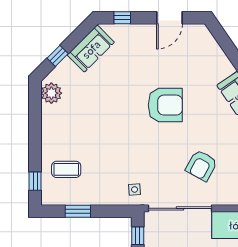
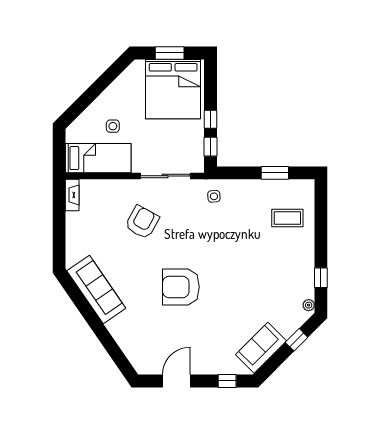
plant: (51, 93) -> (309, 305), width x0.53, depth x0.53
window: (35, 181) -> (321, 278), moved
sliding door: (180, 208) -> (165, 176), width x0.73

